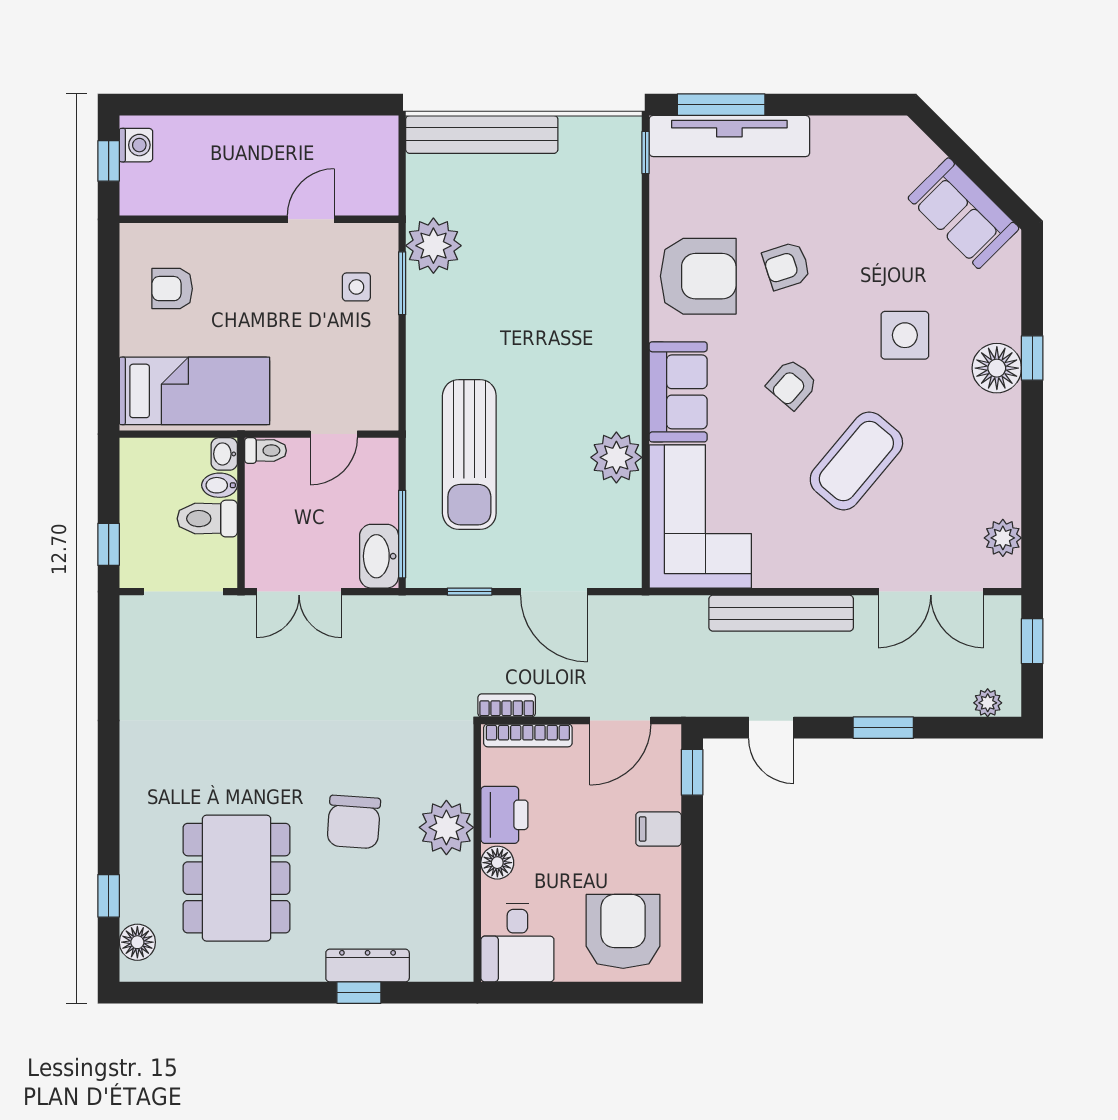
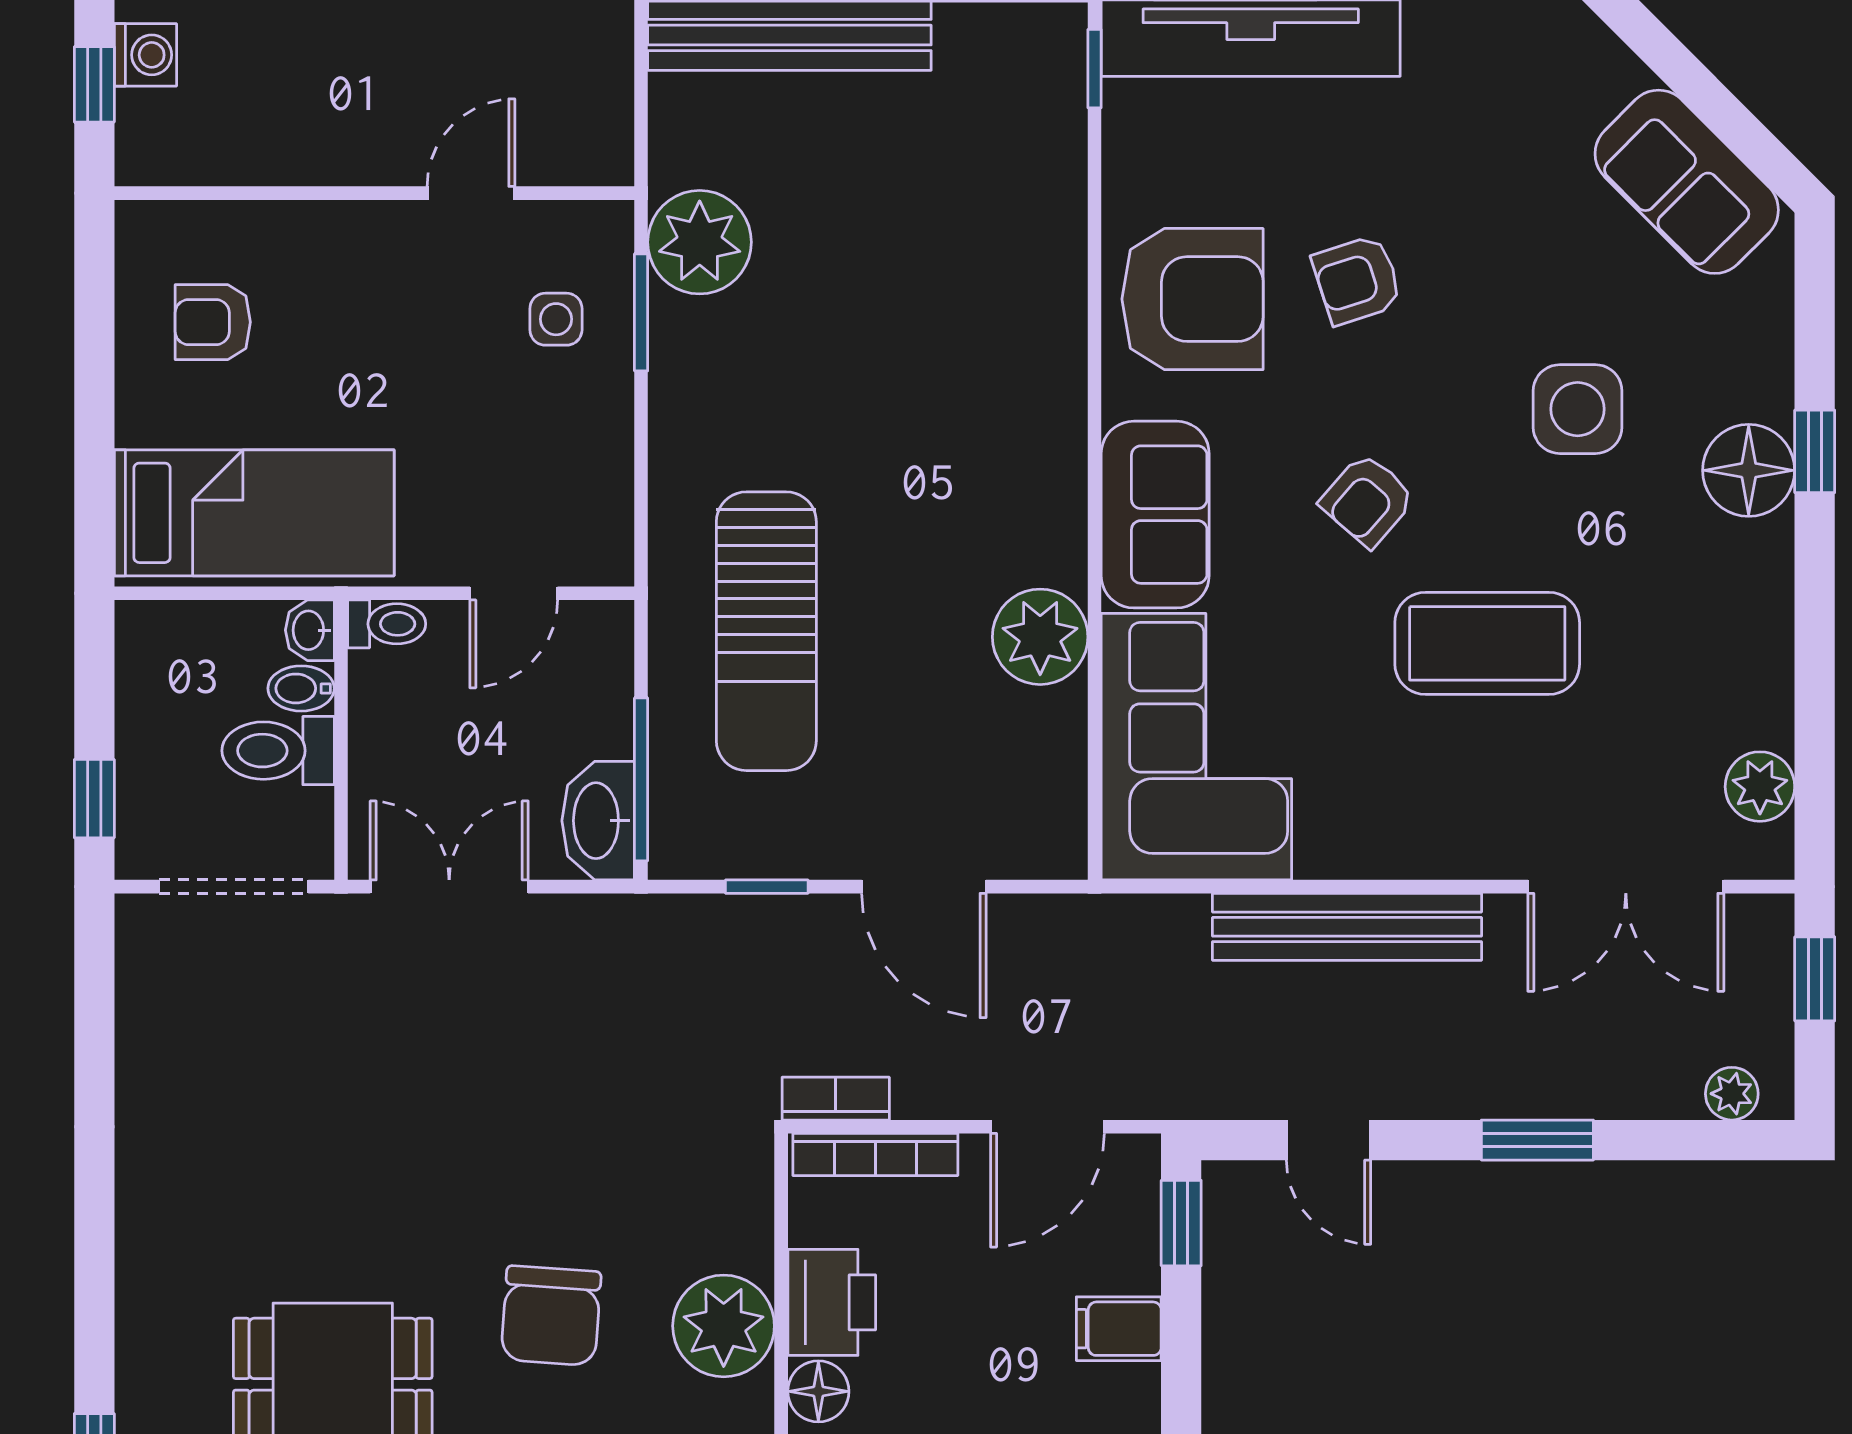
coffee table: (856, 461) -> (1487, 643), turned 50
double door: (299, 592) -> (449, 887), swing flipped

